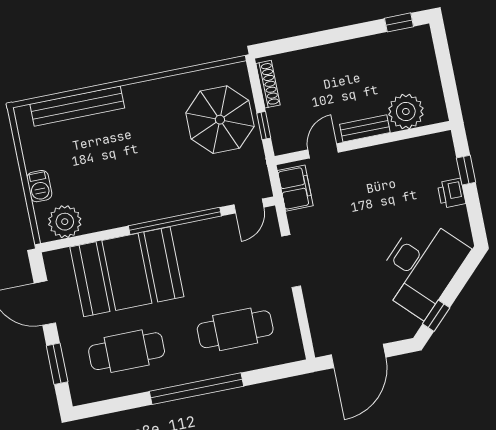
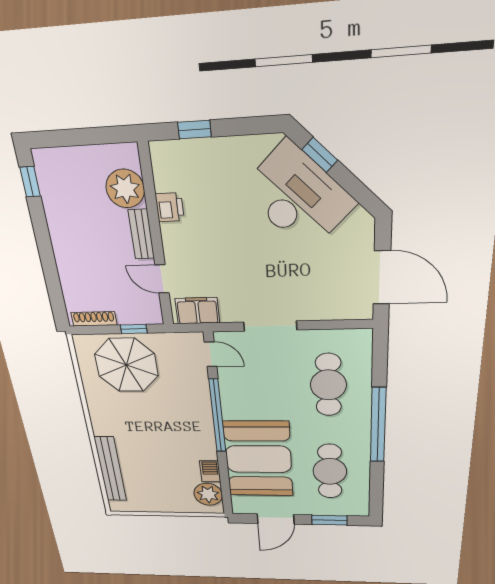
barbecue: (39, 186) -> (210, 471), moved, turned -90
printer: (451, 193) -> (170, 207), moved, turned -90
window: (436, 316) -> (320, 155), moved

